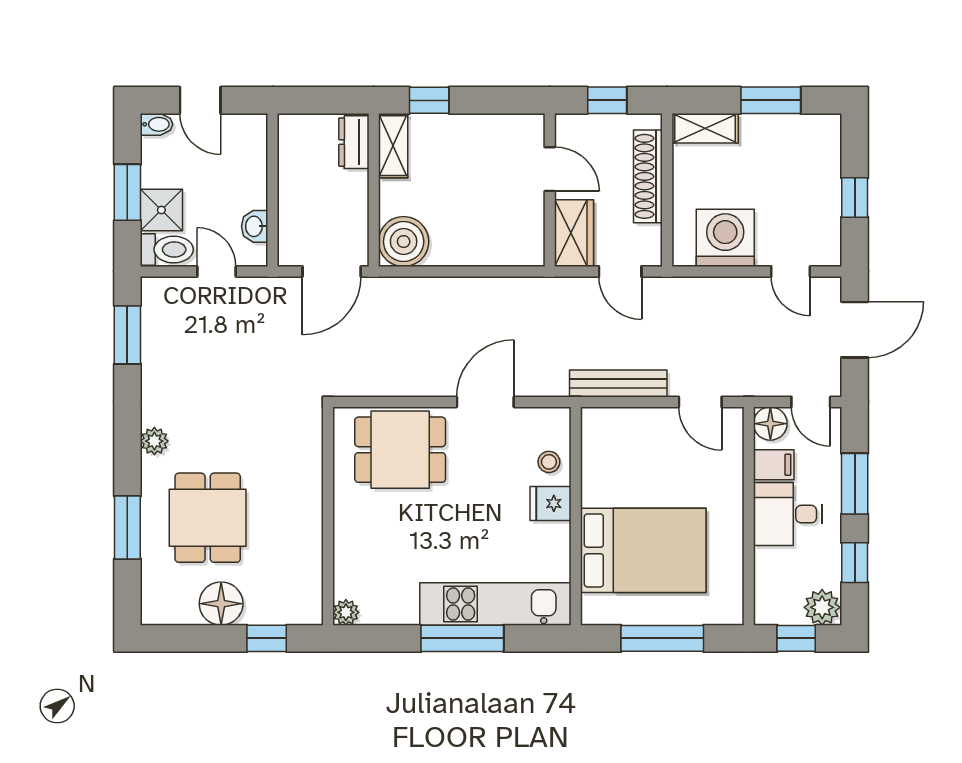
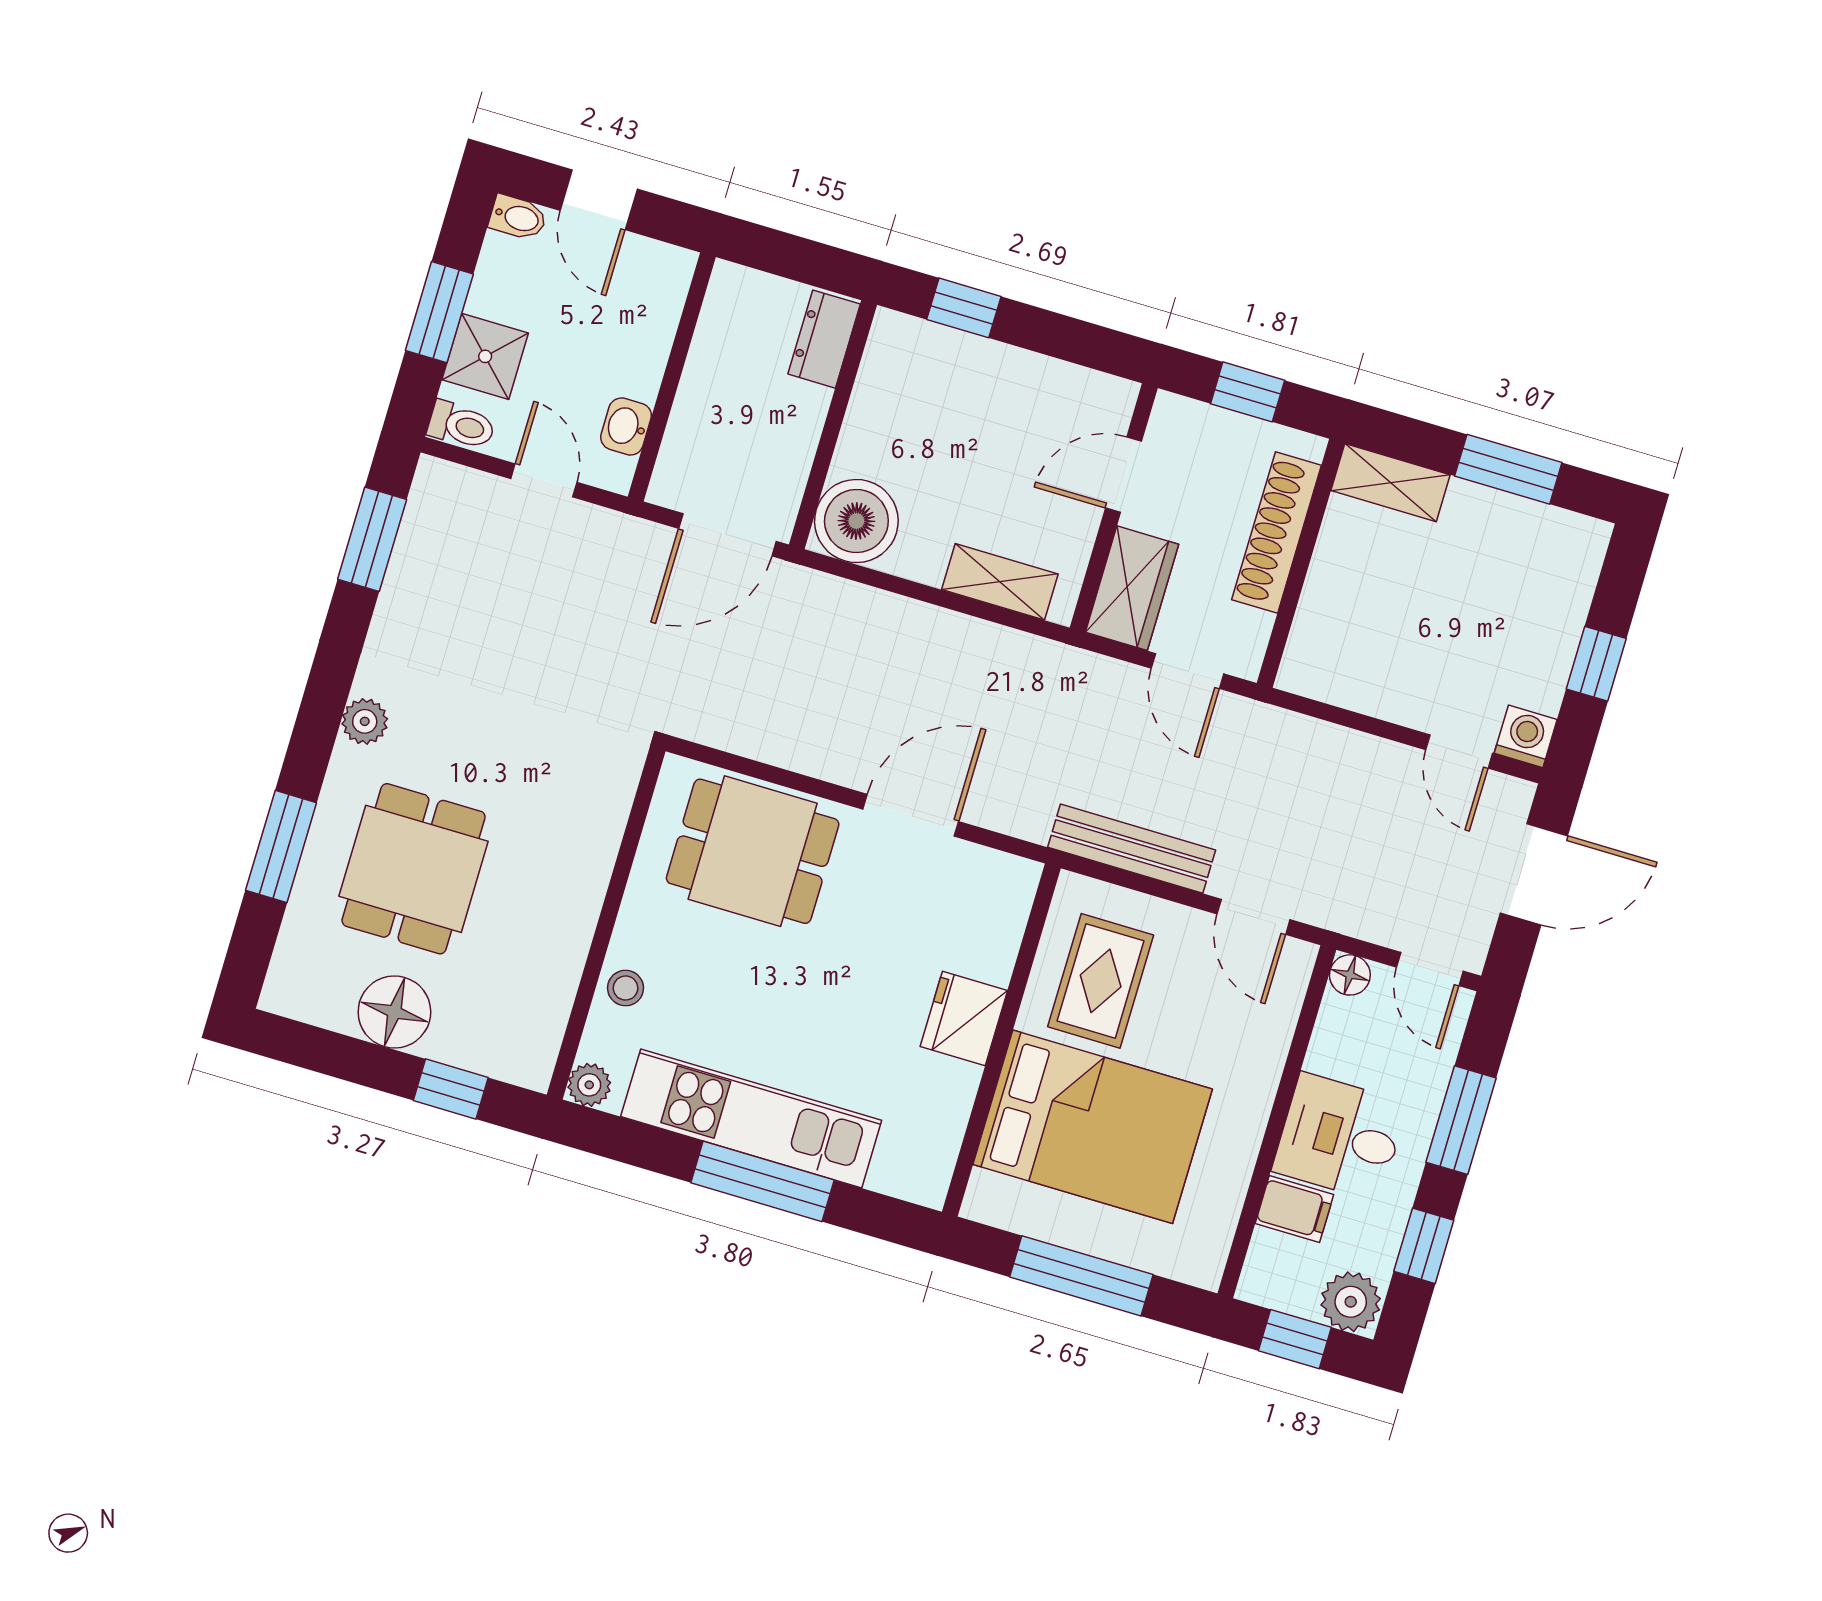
shelving: (393, 146) -> (1000, 582), moved, turned 90
door: (550, 169) -> (1124, 475), swing flipped
washing machine: (725, 238) -> (1526, 736), moved, width x0.53, depth x0.53
toilet: (167, 250) -> (461, 425), width x0.73, depth x0.72
floor lamp: (770, 424) -> (1350, 975), width x0.73, depth x0.73
stool: (549, 462) -> (626, 988), moved
rug: (623, 465) -> (1101, 981), added
filing cabinet: (774, 465) -> (1294, 1209), moved
fridge: (551, 503) -> (964, 1018), width x1.38
kitchen unit: (495, 604) -> (751, 1118), moved

